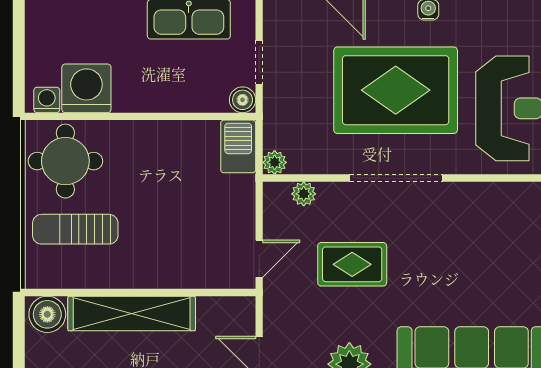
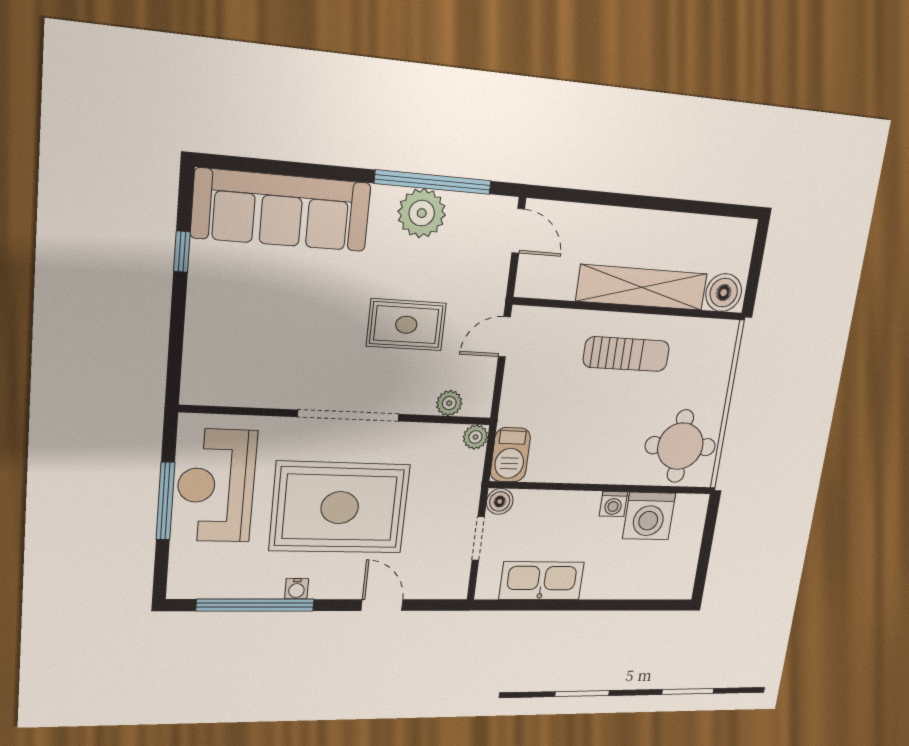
washing machine: (47, 100) -> (613, 504), moved
sun lounger: (75, 229) -> (626, 354), moved

